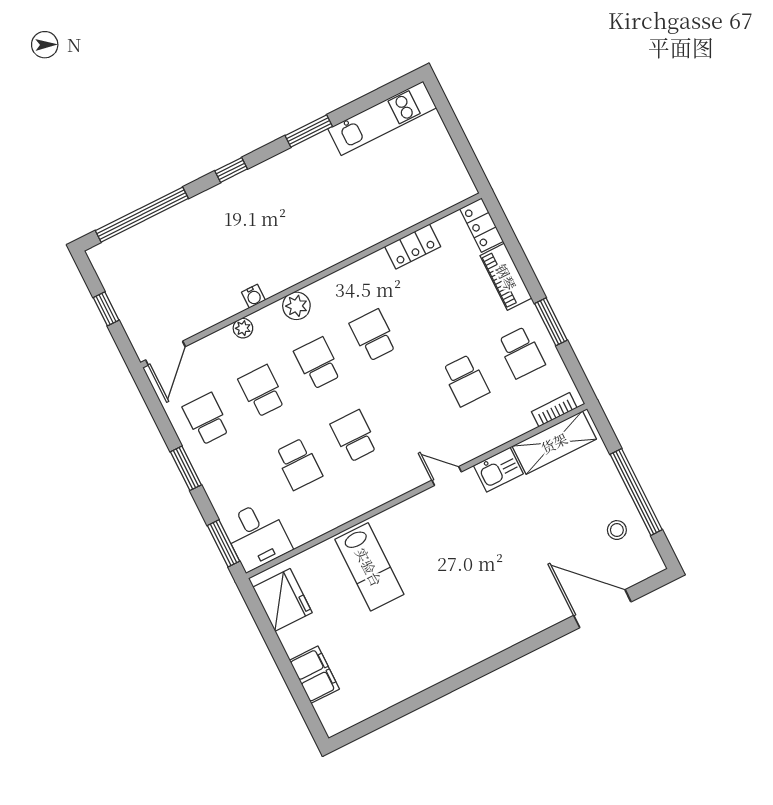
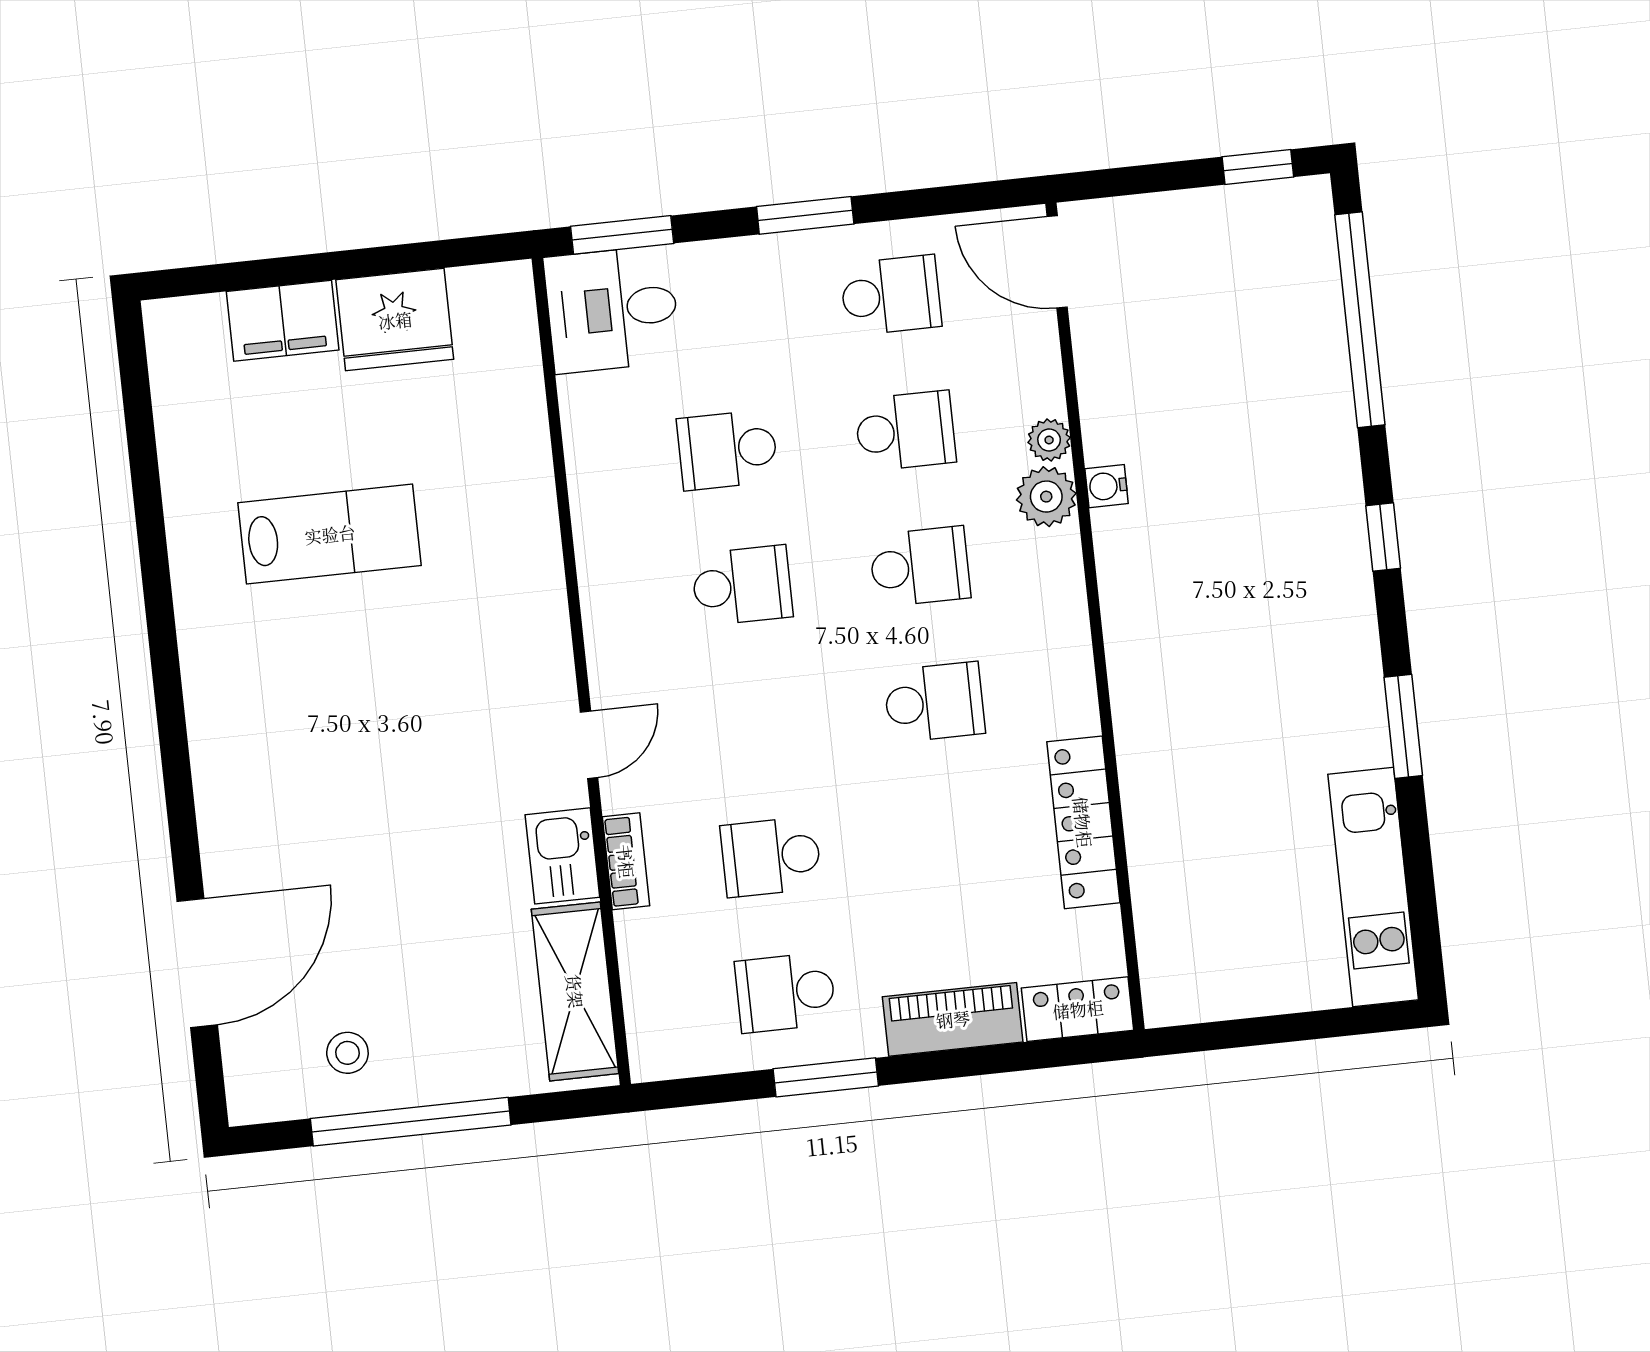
locker: (413, 247) -> (1083, 822), width x1.53
plant: (296, 306) -> (1046, 497), moved
window: (106, 309) -> (1258, 167), moved
bookcase: (554, 410) -> (626, 861), moved
lab bench: (369, 567) -> (330, 534), moved, turned 180
fridge: (282, 600) -> (395, 320), moved

